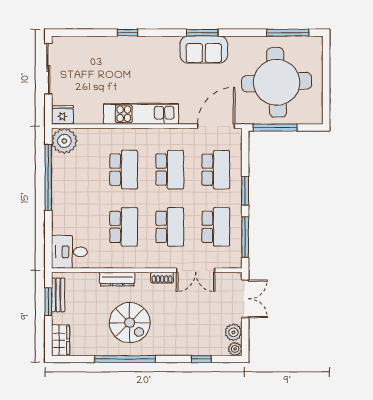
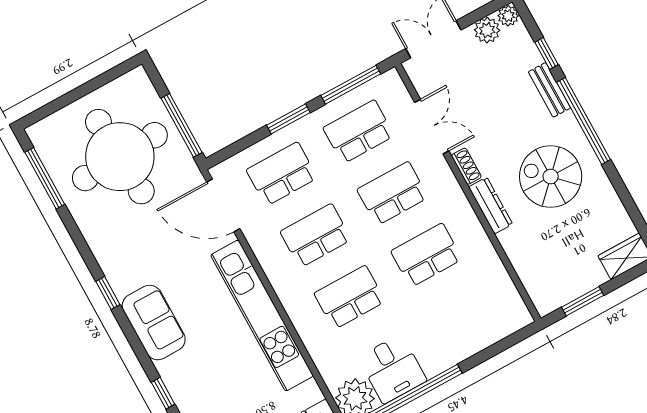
window: (202, 33) -> (108, 293), width x0.67
sofa: (204, 50) -> (154, 323), moved
kitchen unit: (141, 114) -> (262, 315), width x1.36
desk: (69, 252) -> (392, 369), moved
dresser: (117, 279) -> (491, 206), moved
bench: (58, 295) -> (549, 90), moved, turned 90
spiral stairs: (130, 323) -> (551, 177), turned -90
window: (125, 359) -> (584, 121), moved

